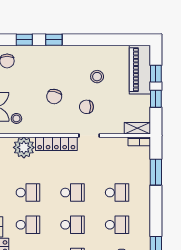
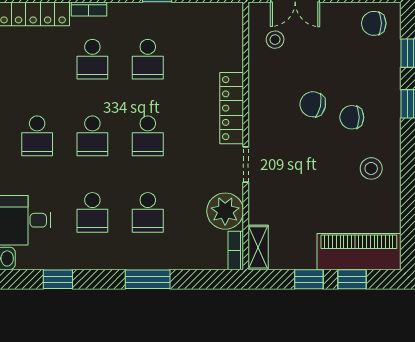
stool: (97, 77) -> (371, 168), moved
chair: (86, 107) -> (352, 117), moved, turned -90
plant: (24, 147) -> (225, 211), moved
window: (156, 172) -> (148, 279), moved

